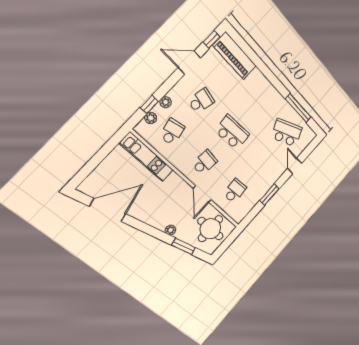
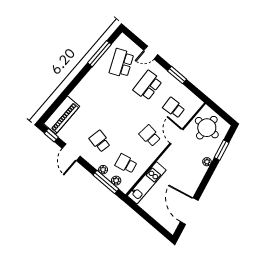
window: (149, 104) -> (106, 182), width x2.17
school desk: (232, 132) -> (148, 85), moved
door: (202, 194) -> (177, 136), swing flipped

